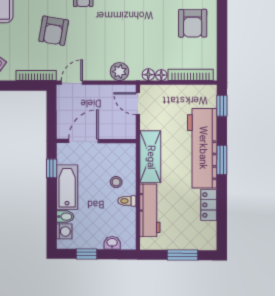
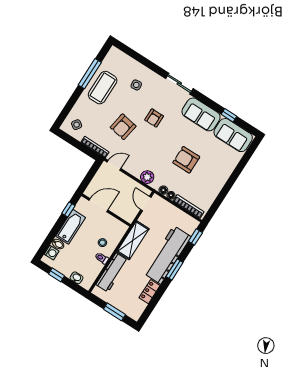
armchair: (193, 23) -> (186, 160), moved, turned 90

